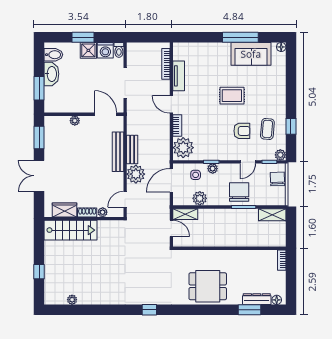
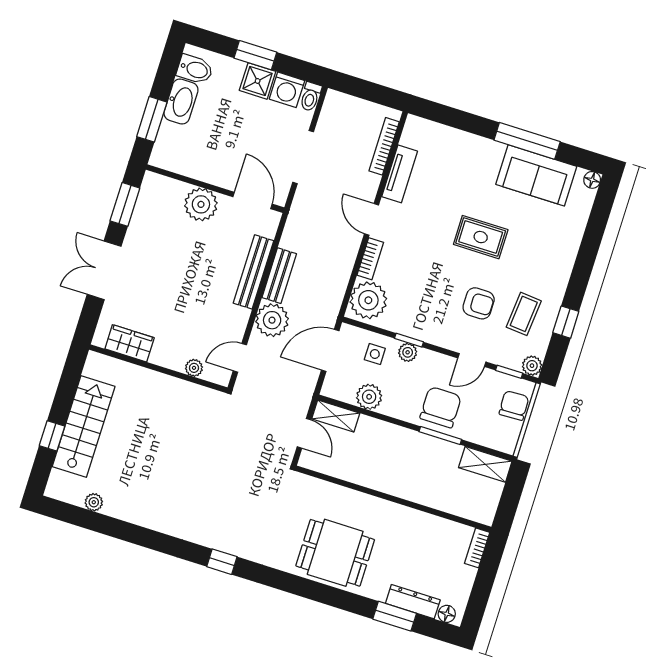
plant: (75, 121) -> (201, 204), width x1.88, depth x1.88
shoe rack: (87, 212) -> (167, 360), removed
stairs: (71, 230) -> (84, 426), moved, turned -90

